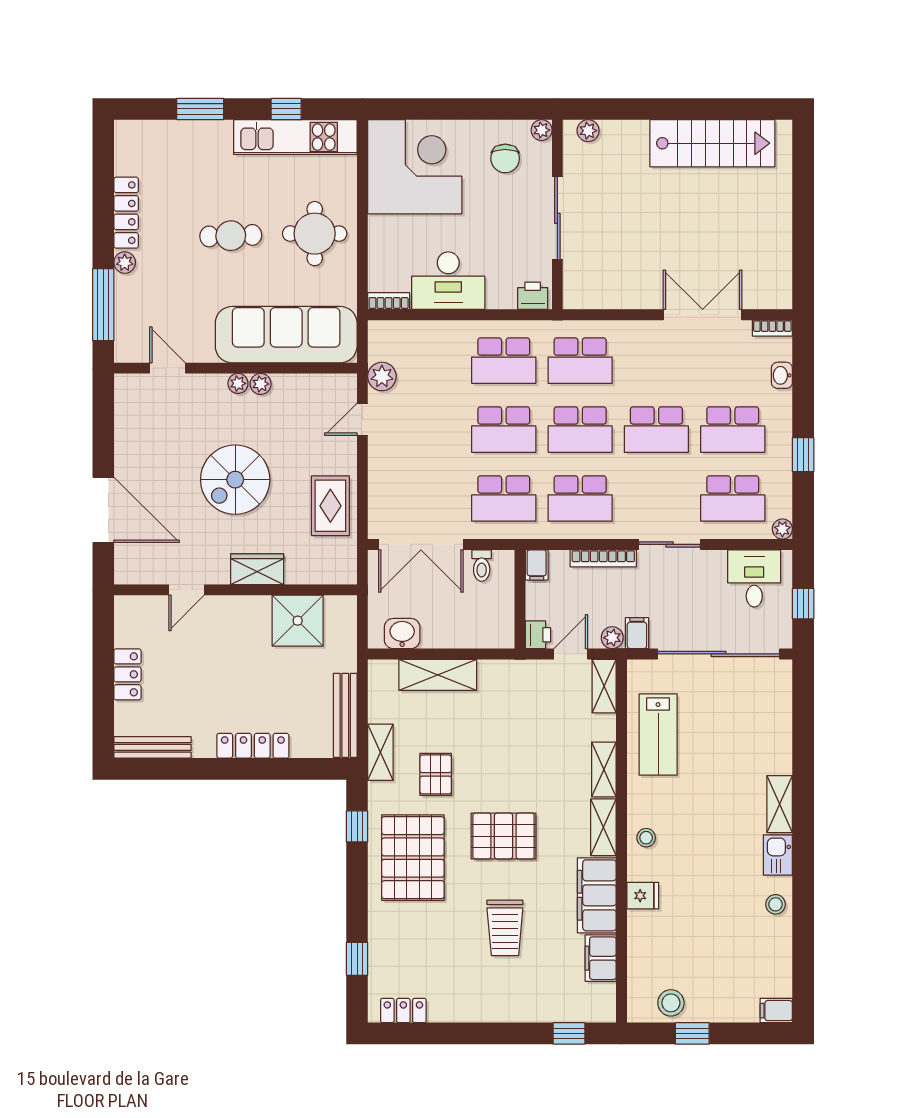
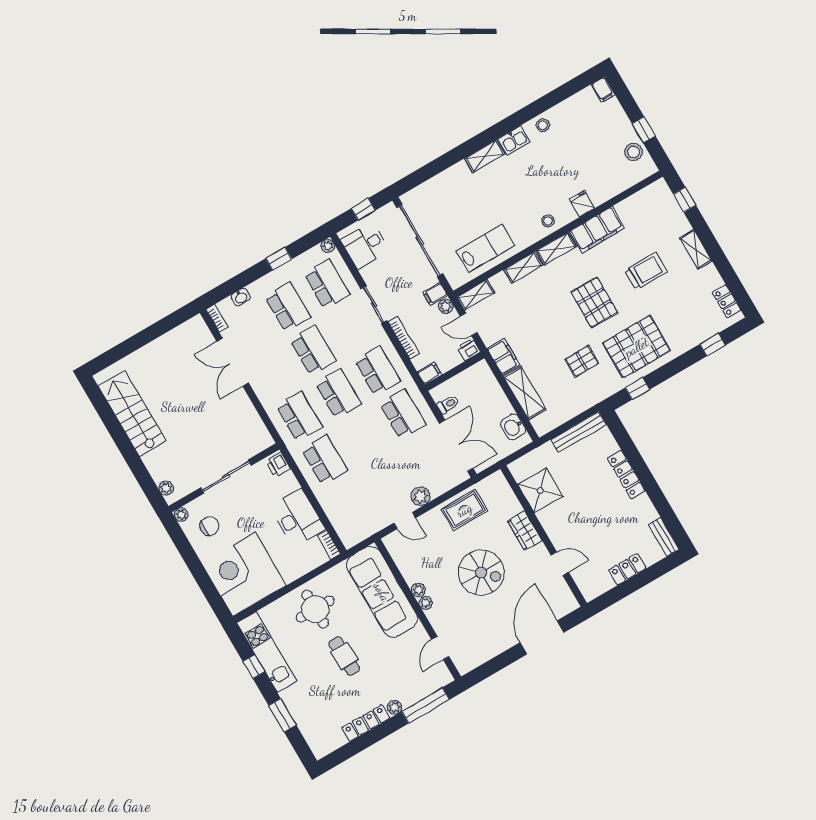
plant: (382, 376) -> (421, 496), moved
school desk: (504, 430) -> (364, 437), removed
bench: (152, 747) -> (664, 537), width x0.73
shelving: (380, 752) -> (696, 249), moved, turned 90
filing cabinet: (601, 958) -> (503, 357), moved, turned -90

